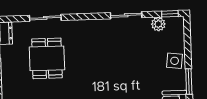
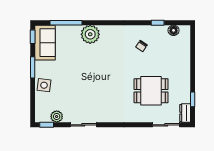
sliding door: (45, 18) -> (166, 125), moved
dining table: (47, 58) -> (151, 91), turned 90

